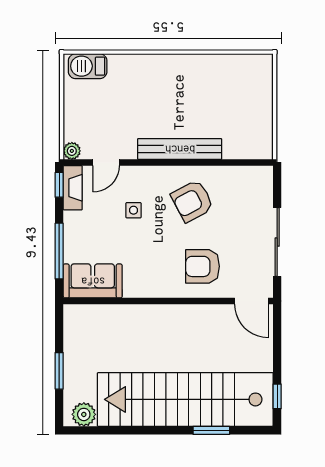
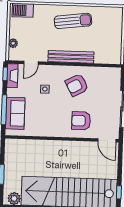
sun lounger: (181, 83) -> (73, 21), added
plant: (72, 151) -> (13, 43), moved
sofa: (93, 281) -> (15, 113), moved, turned 90

